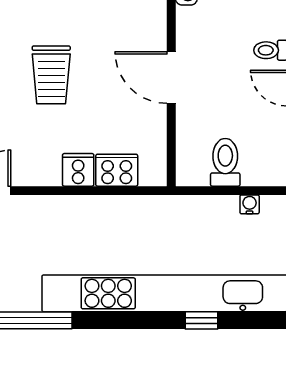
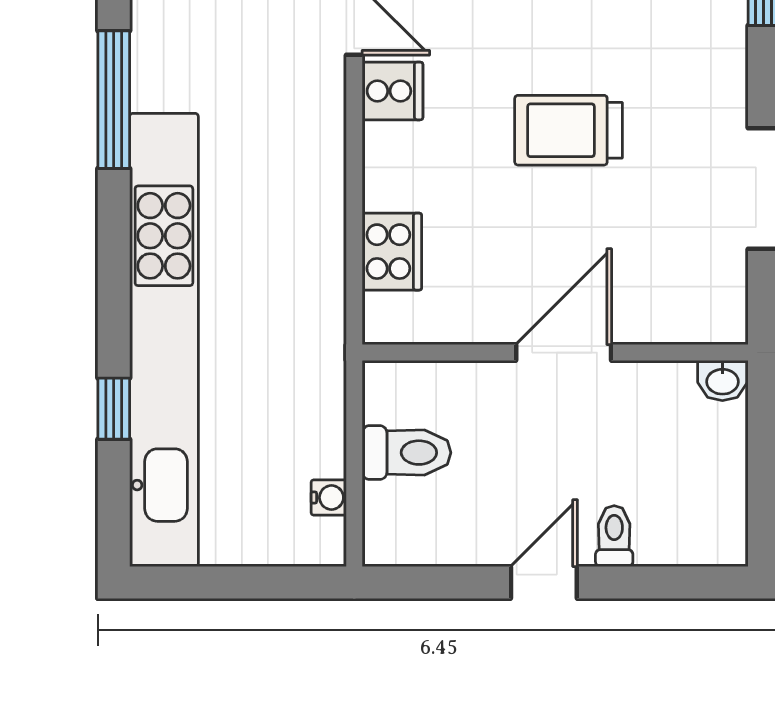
cooker: (78, 170) -> (393, 91), moved

